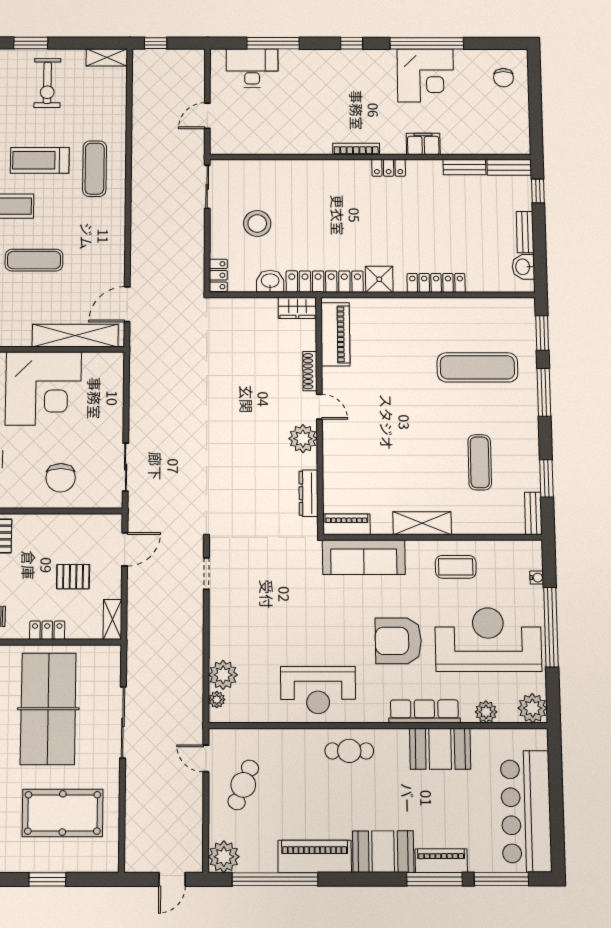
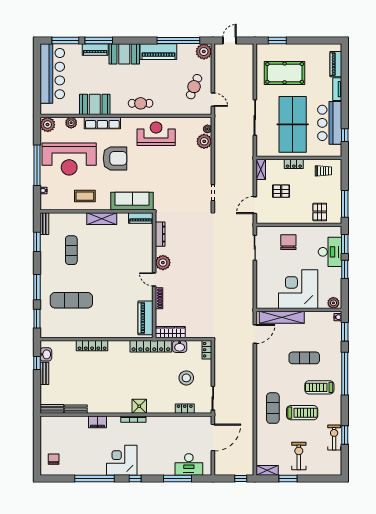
window: (31, 43) -> (288, 478), moved
corner desk: (425, 76) -> (122, 460), moved
door: (207, 116) -> (213, 438), width x1.88
locker: (389, 168) -> (185, 409), moved
window: (538, 191) -> (37, 363), moved
shower: (379, 279) -> (139, 406), moved
wardrobe: (297, 308) -> (170, 332), width x1.50
window: (47, 879) -> (277, 41), moved

